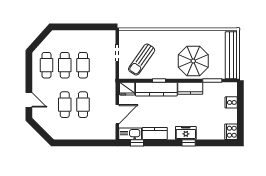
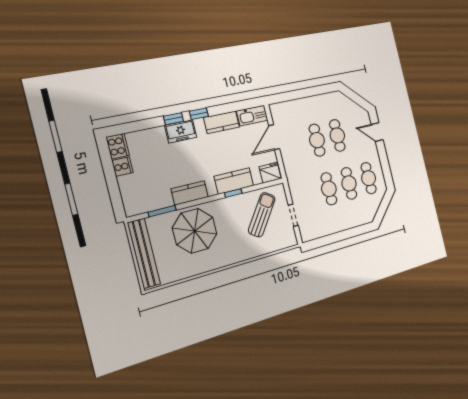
kitchen counter: (156, 89) -> (234, 181), width x0.67
cooker: (231, 102) -> (122, 167), moved
window: (137, 143) -> (199, 114), moved

